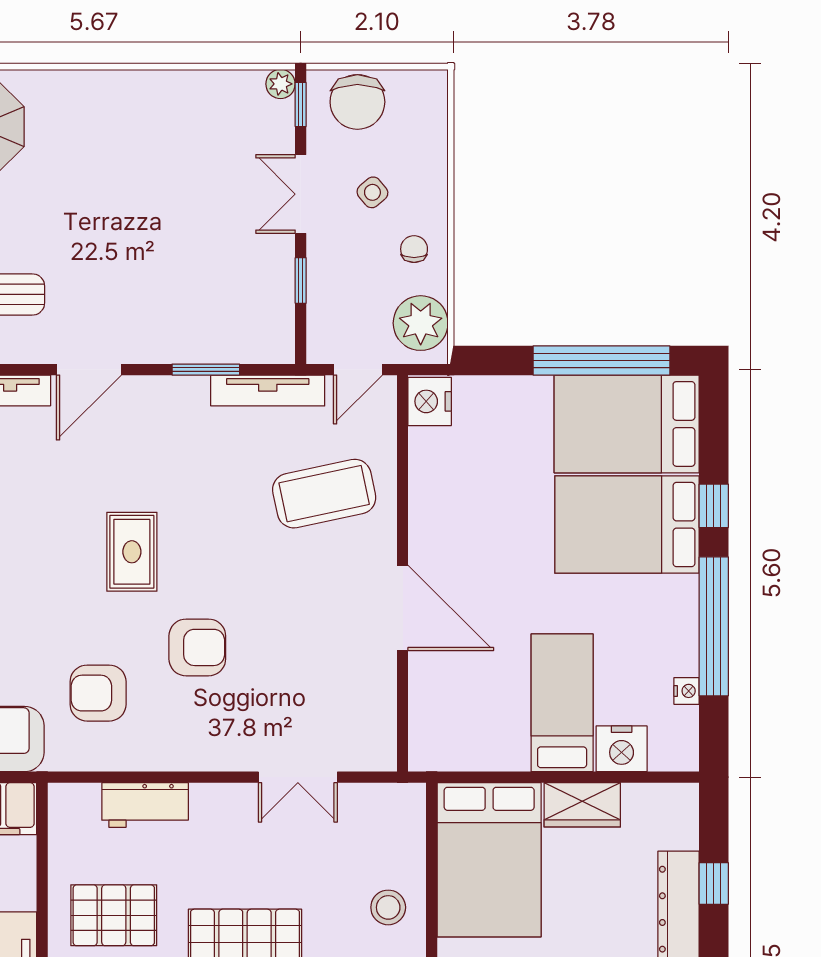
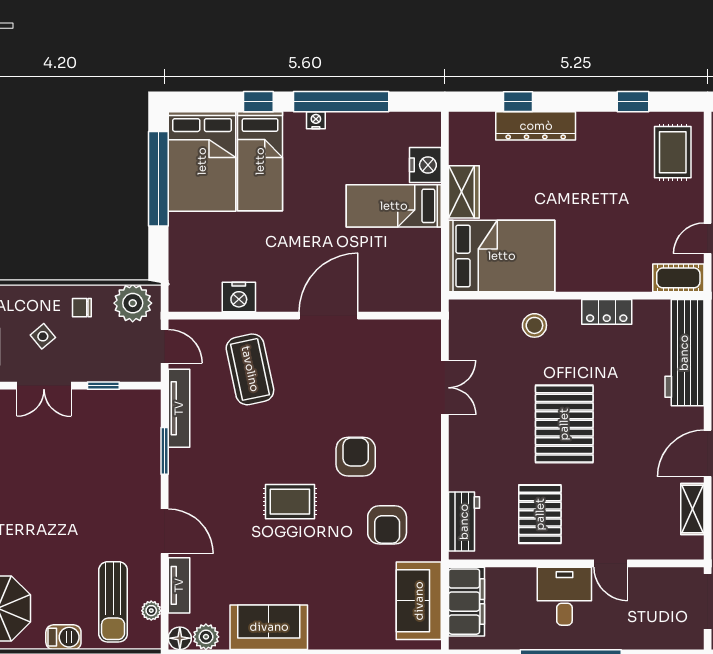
nightstand: (430, 401) -> (239, 297), moved
bed: (627, 525) -> (260, 161), width x0.67
nightstand: (687, 691) -> (316, 120), moved
workbench: (145, 805) -> (464, 522), moved

